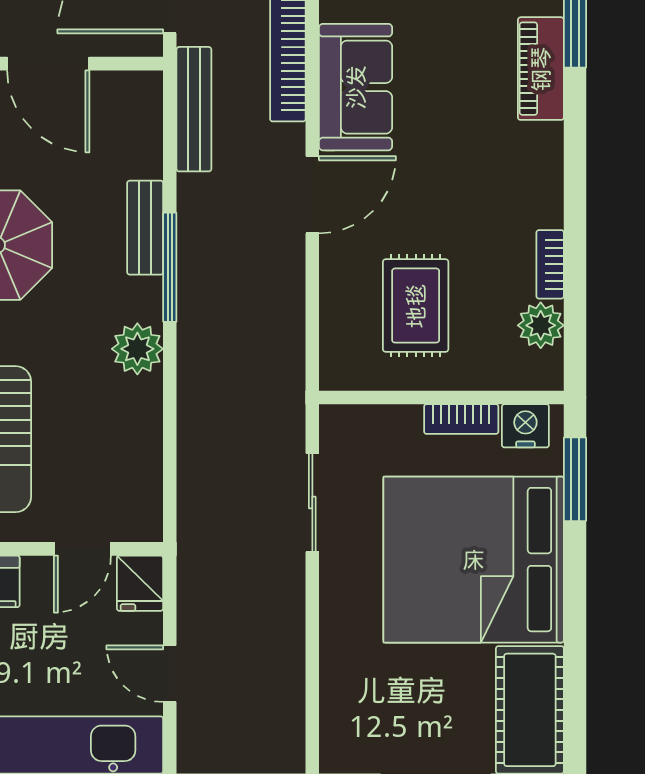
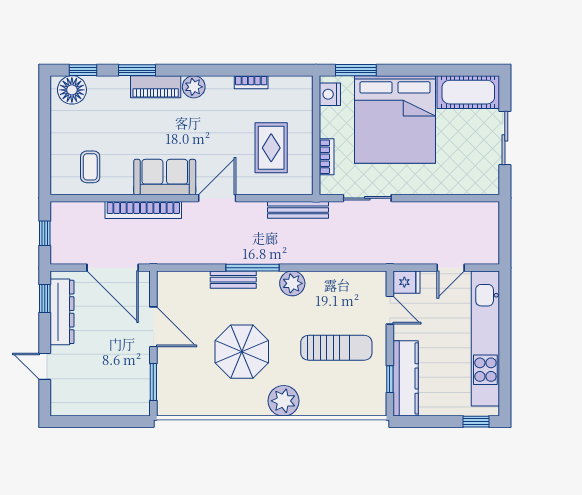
door: (48, 64) -> (153, 327), hinge flipped
bench: (194, 109) -> (298, 210), moved
door: (312, 195) -> (217, 198), hinge flipped
rug: (416, 306) -> (271, 148), turned 90
plant: (541, 325) -> (194, 87), moved
bookcase: (461, 419) -> (327, 157), moved

